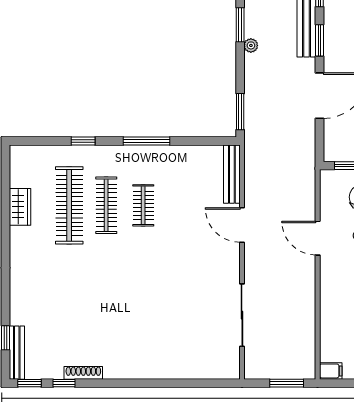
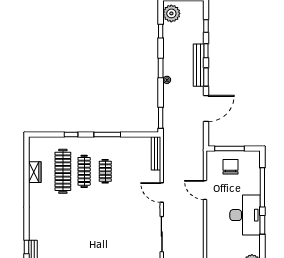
door: (242, 225) -> (162, 193), moved

